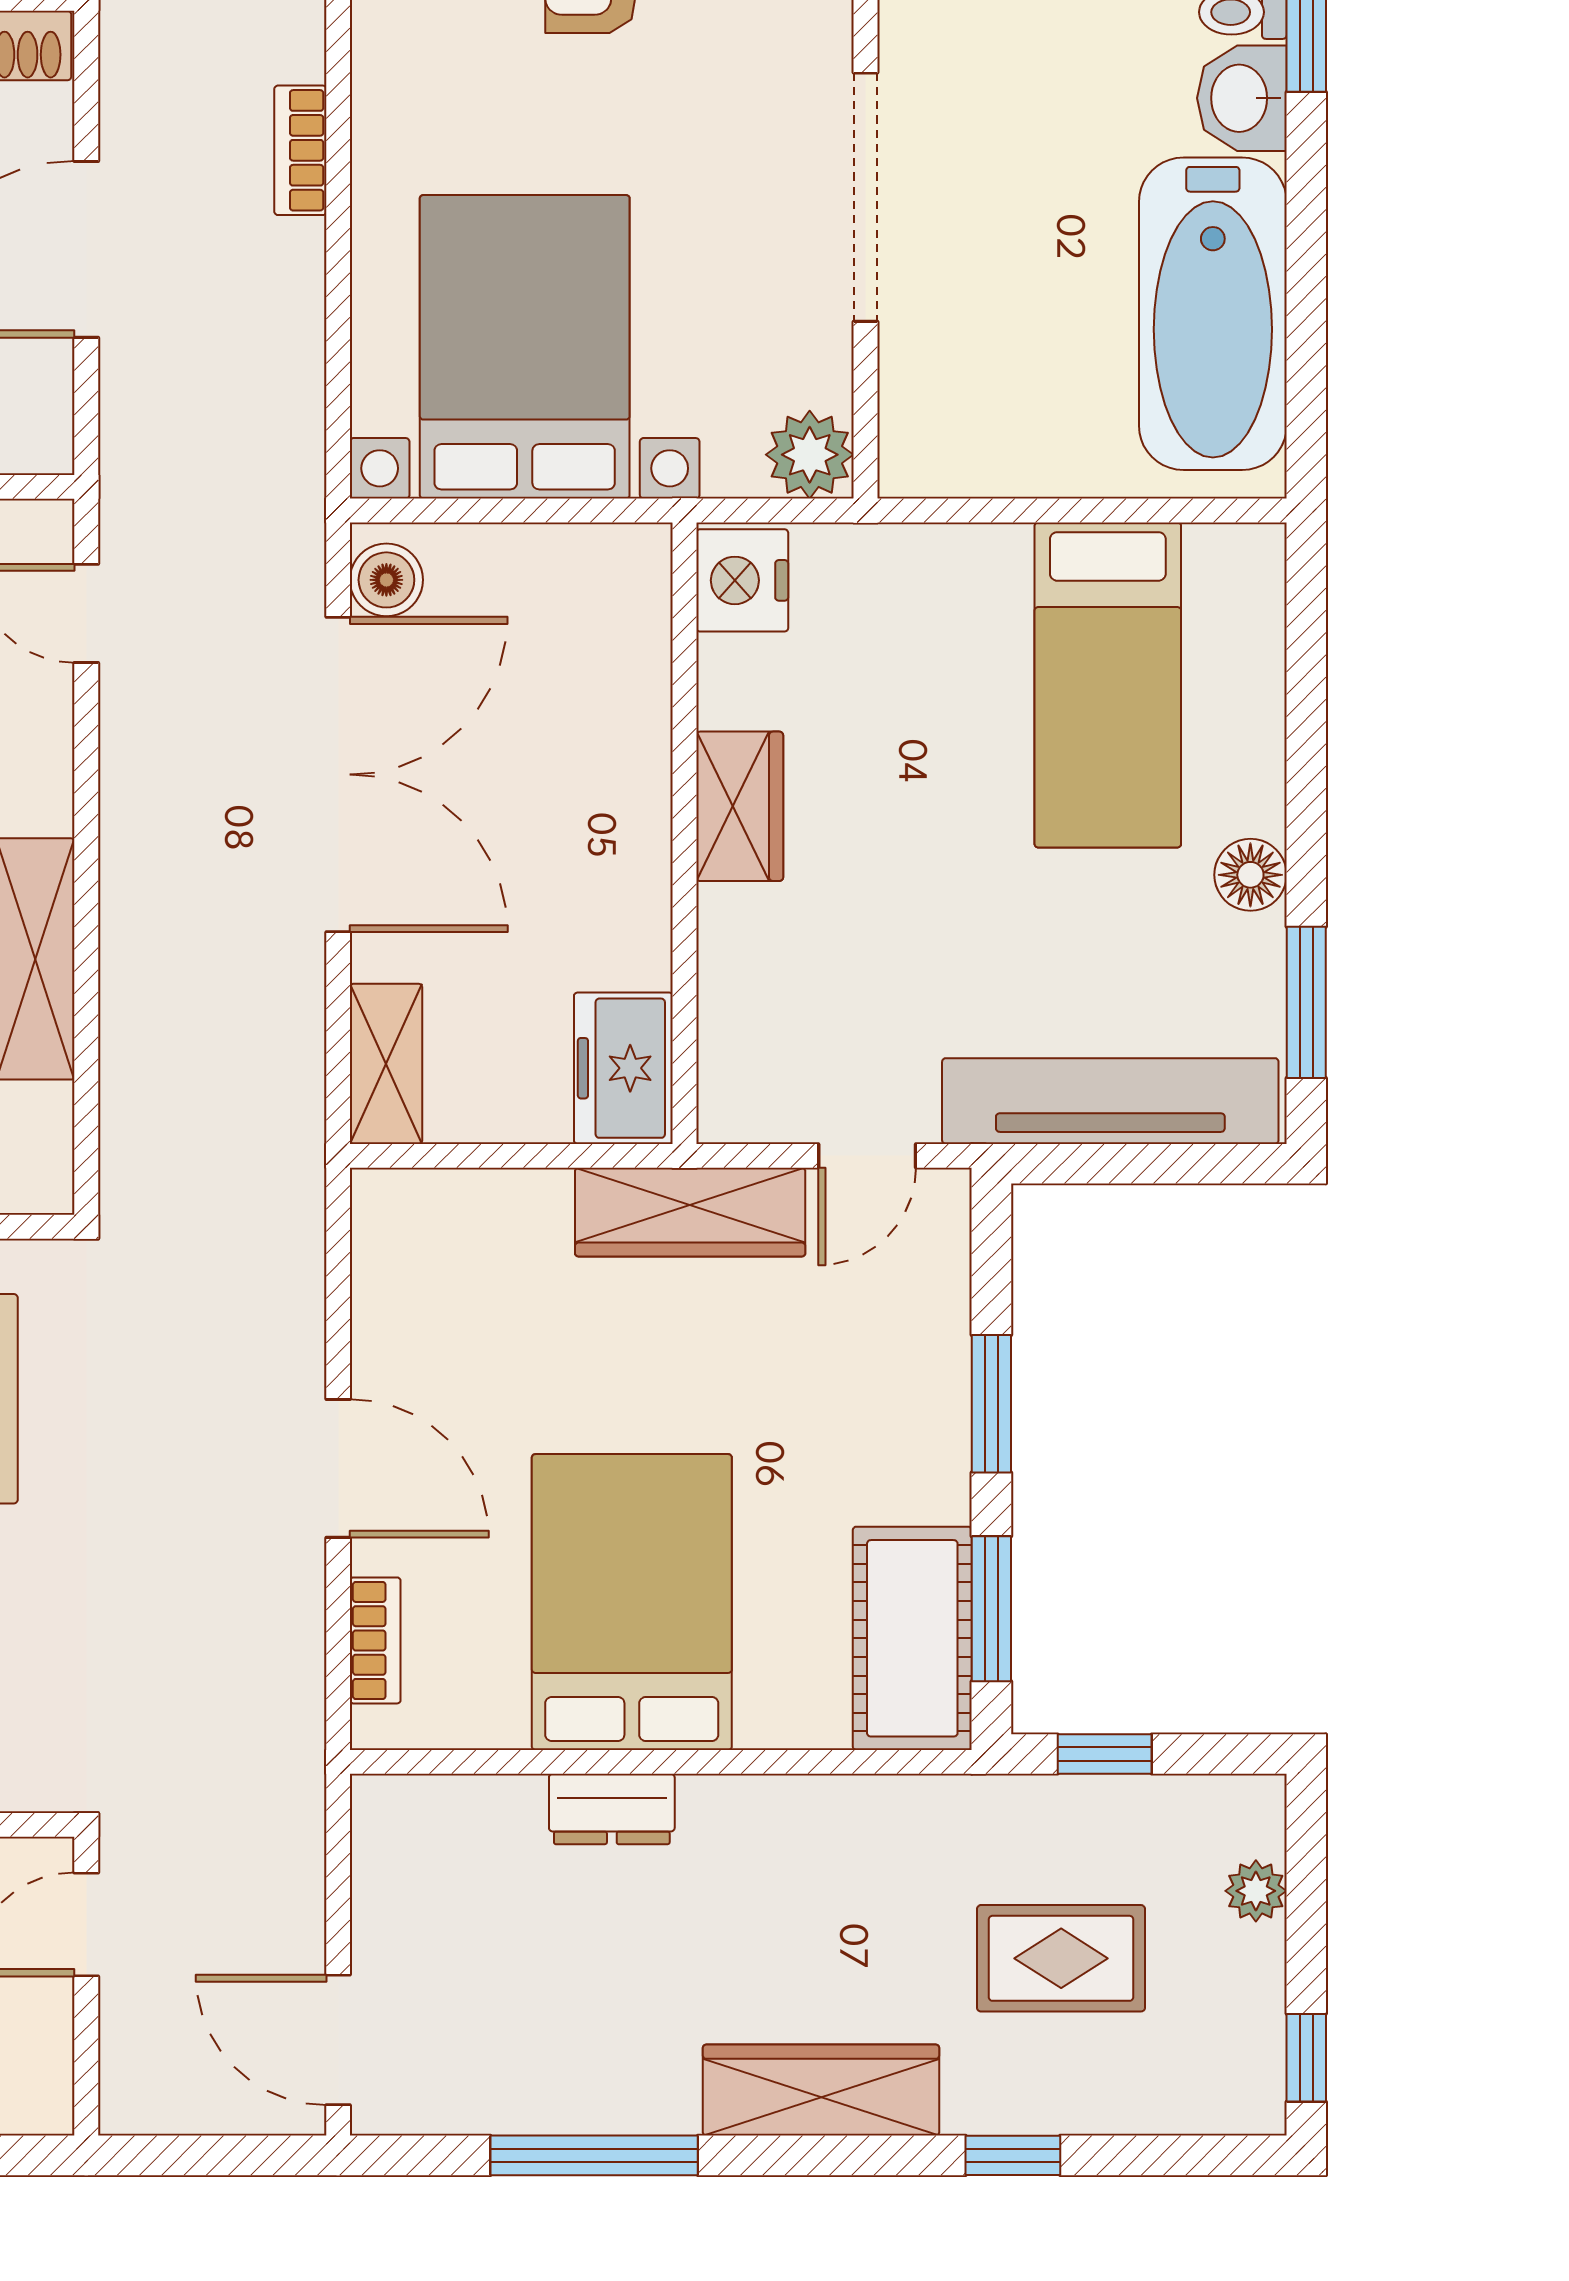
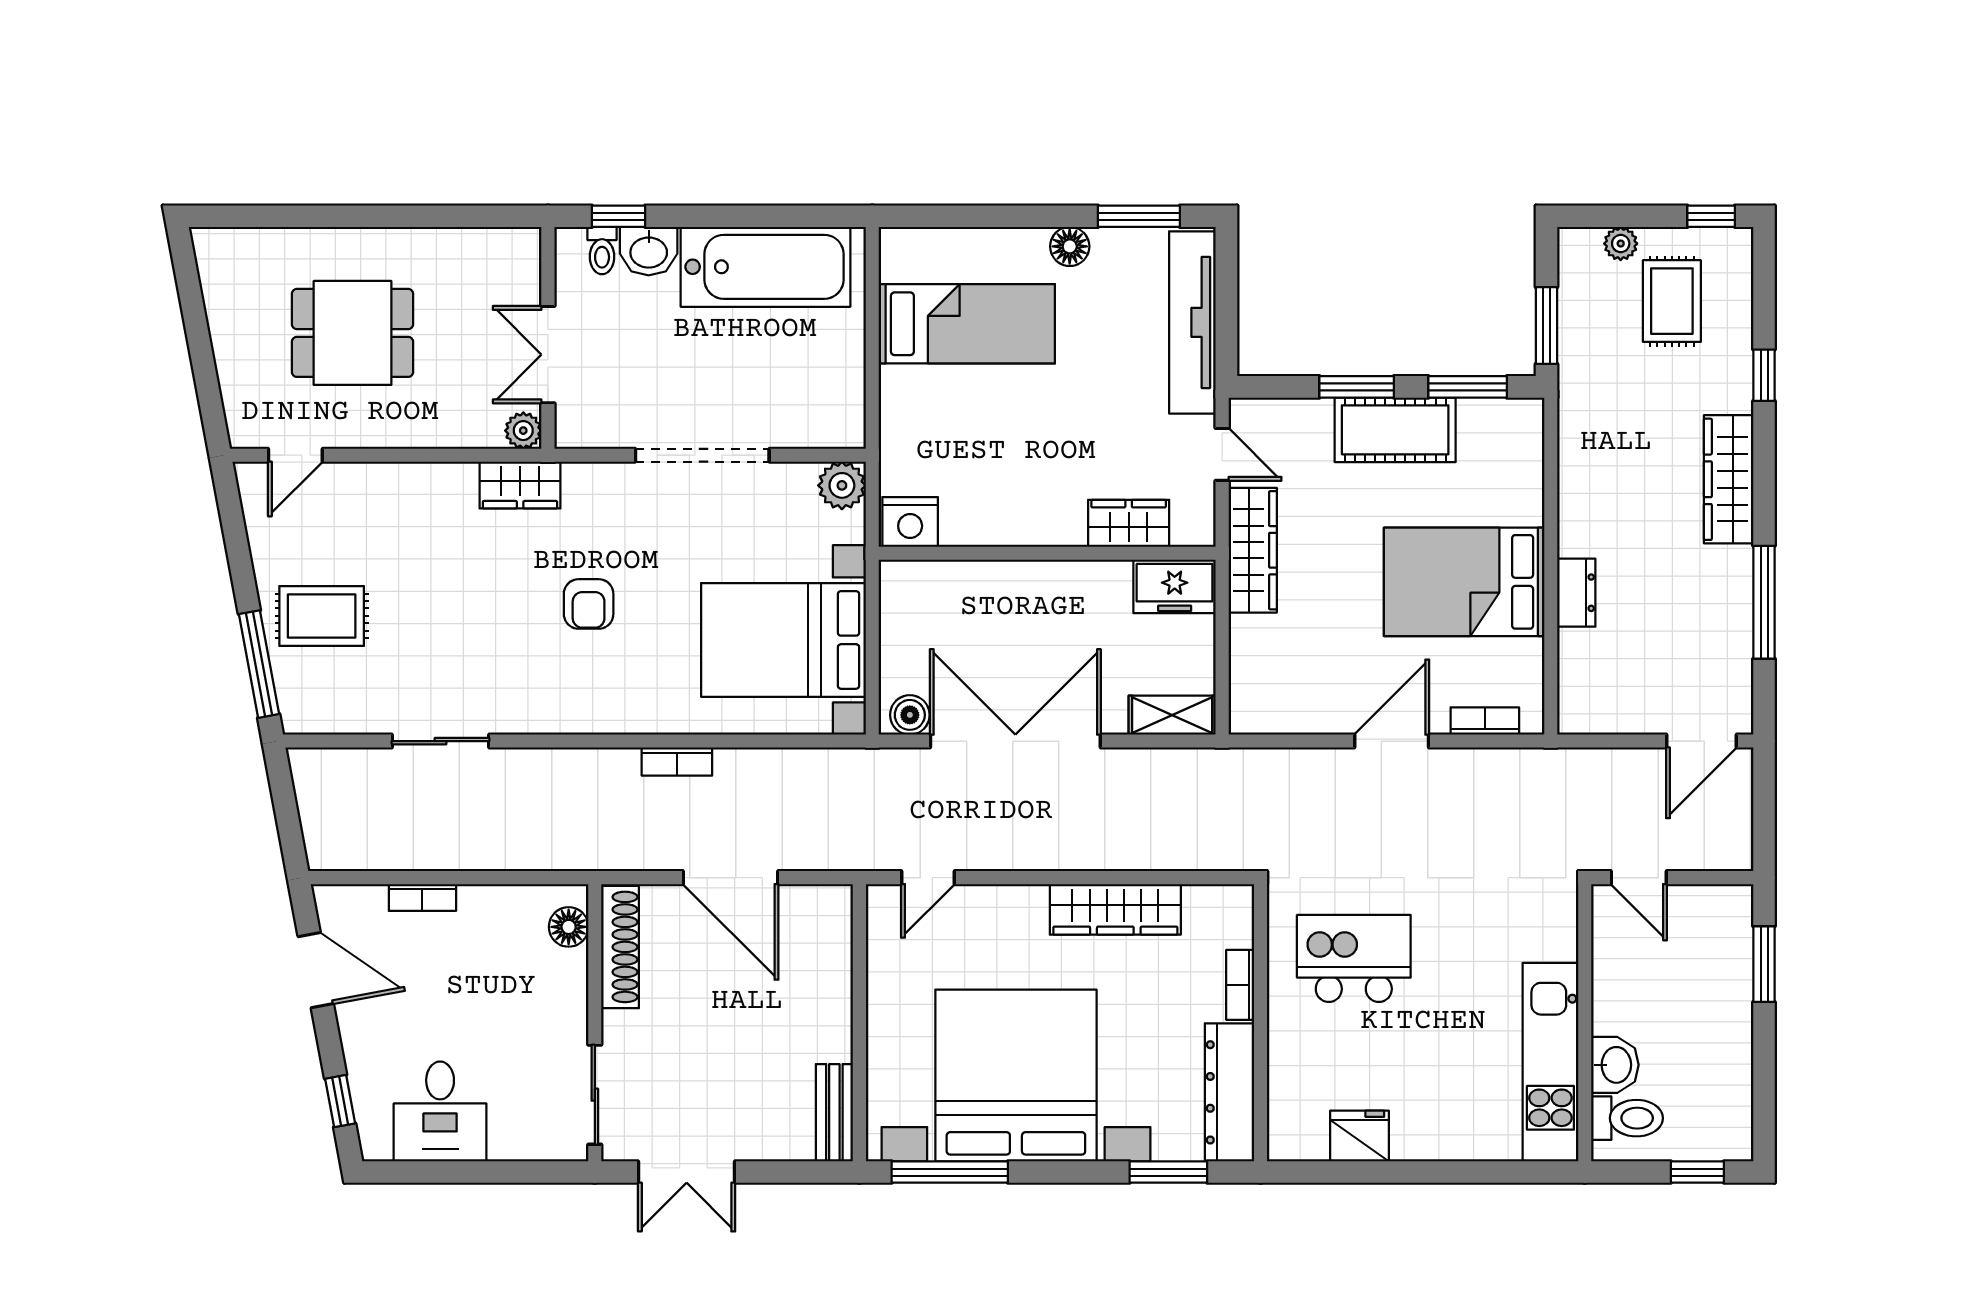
wardrobe: (740, 806) -> (1129, 523), moved
cot: (912, 1638) -> (1395, 430), moved
window: (1105, 1754) -> (1546, 326), width x1.50
rug: (1061, 1958) -> (1672, 301), moved

